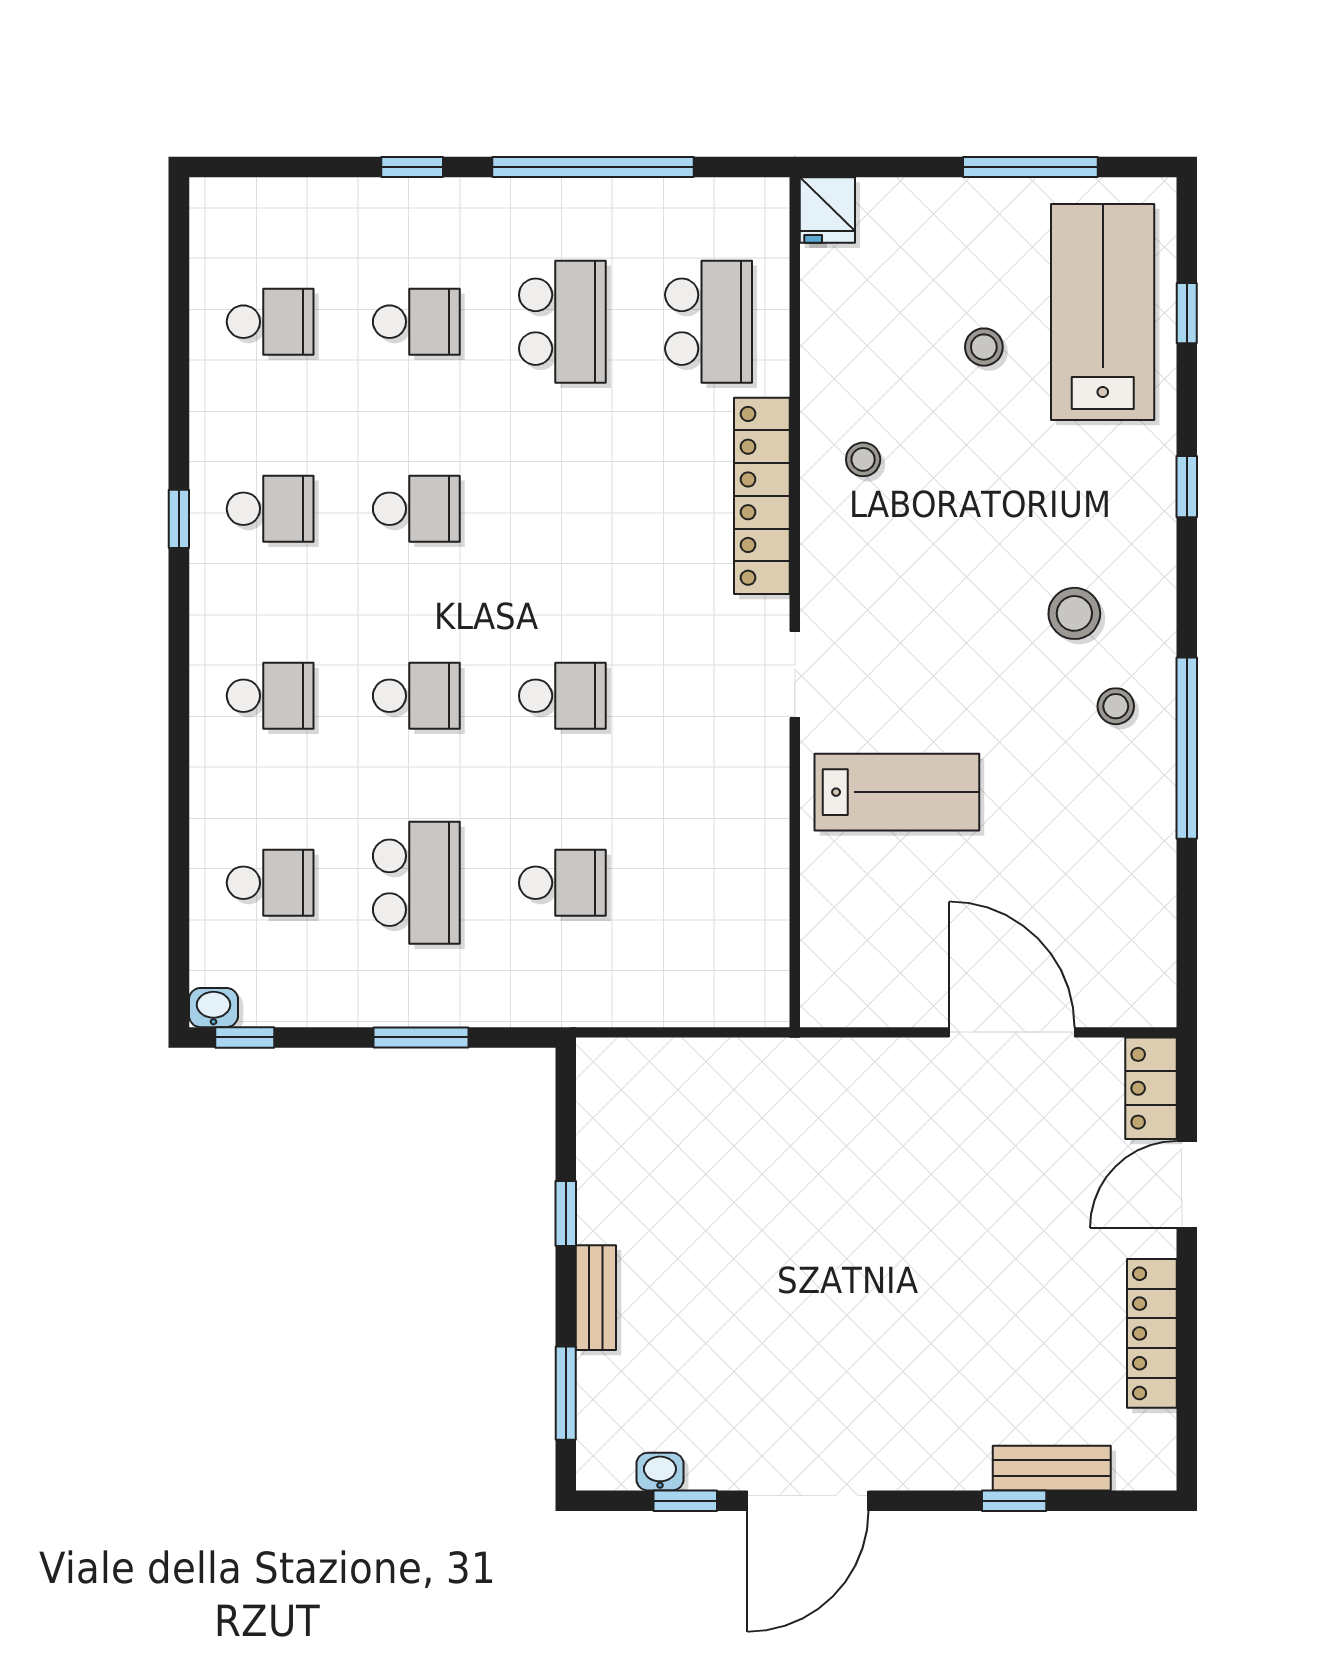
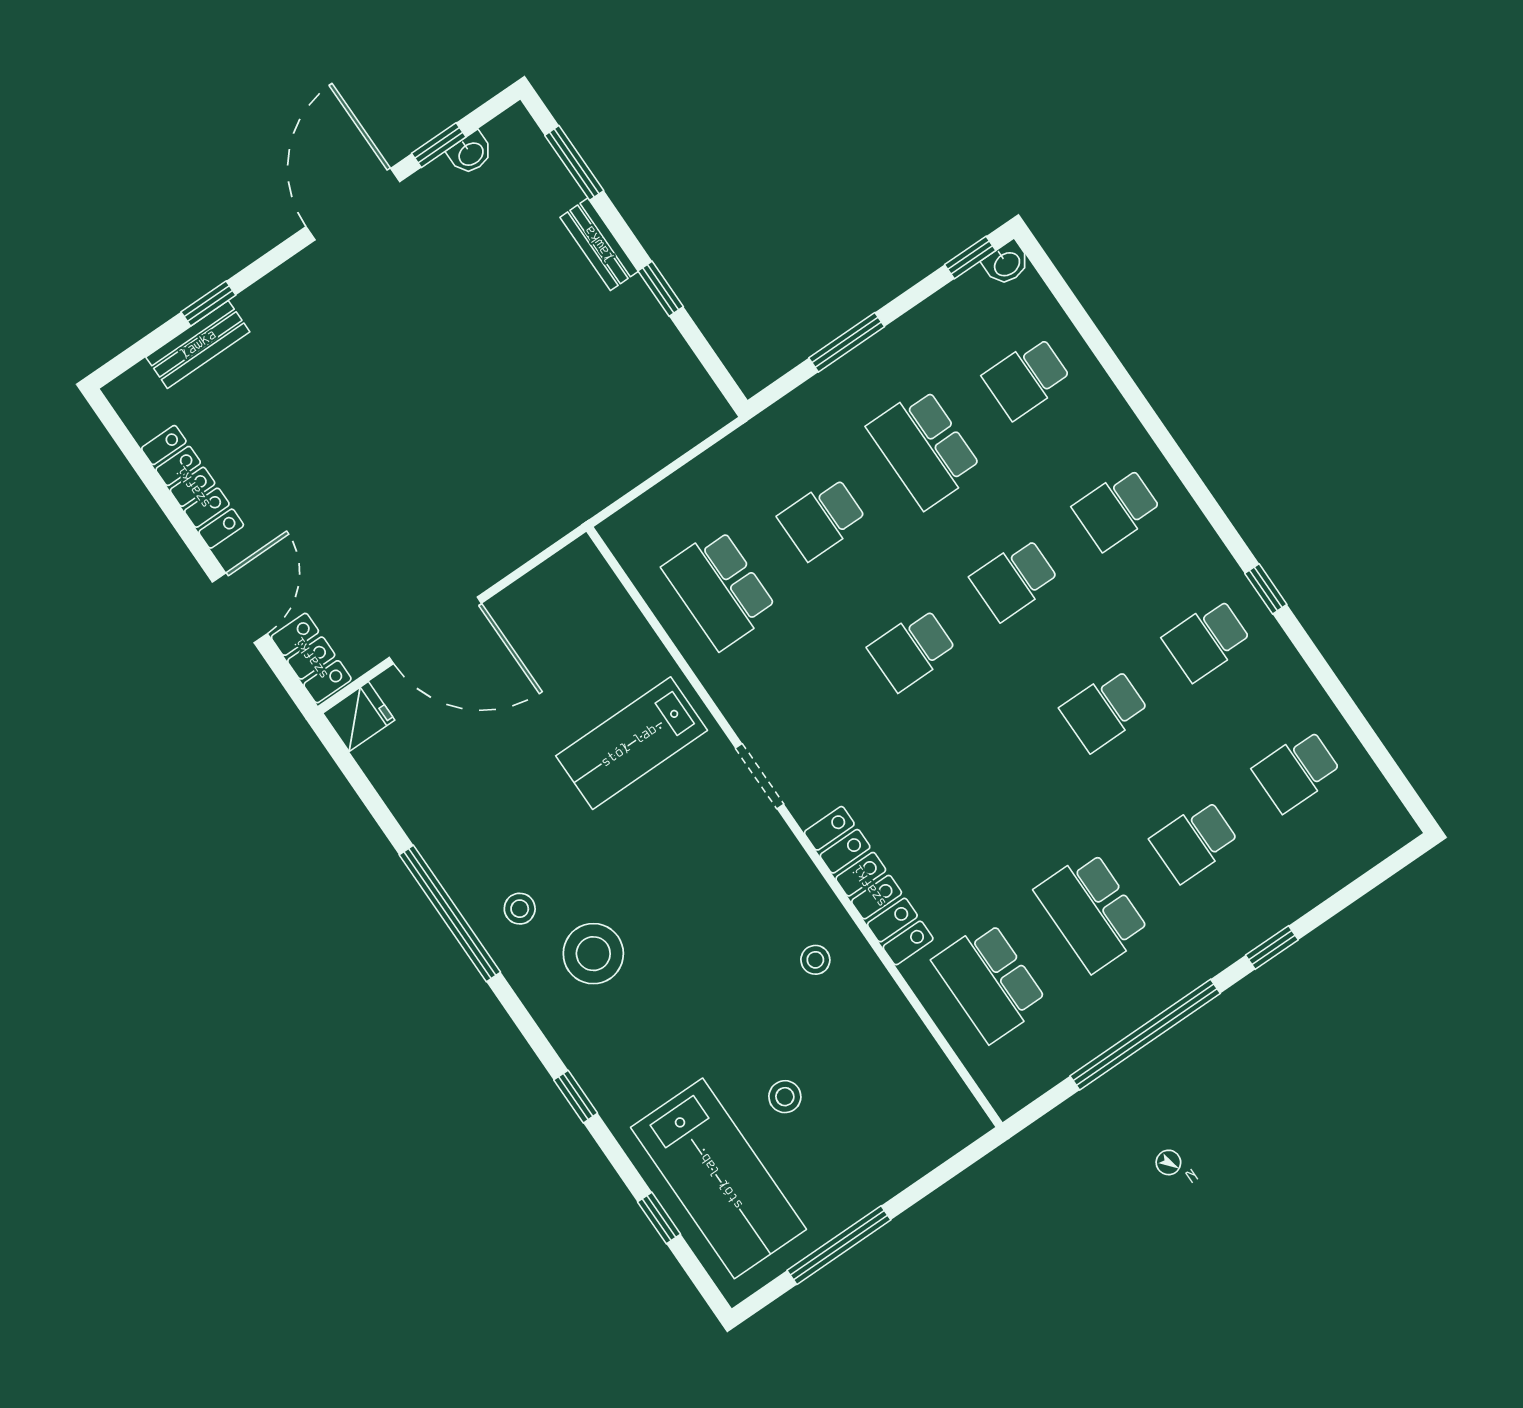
fridge: (827, 210) -> (359, 717), moved, turned 90
stool: (1074, 613) -> (593, 954), width x1.38, depth x1.38
school desk: (709, 883) -> (720, 589), added

